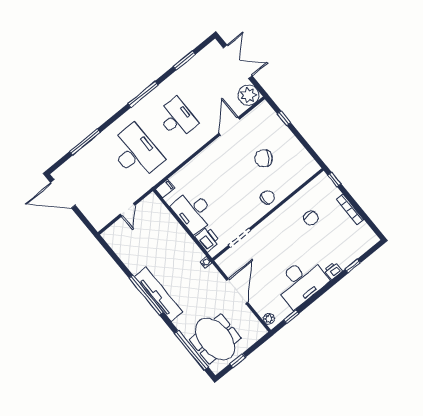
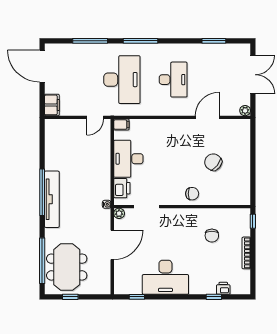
window: (143, 94) -> (141, 41), moved
plant: (248, 95) -> (245, 111), width x0.53, depth x0.53
window: (284, 118) -> (253, 145), removed
door: (128, 210) -> (95, 117), moved
filing cabinet: (96, 219) -> (52, 105), added
printer: (333, 271) -> (223, 288), moved
plant: (269, 319) -> (119, 213), moved

